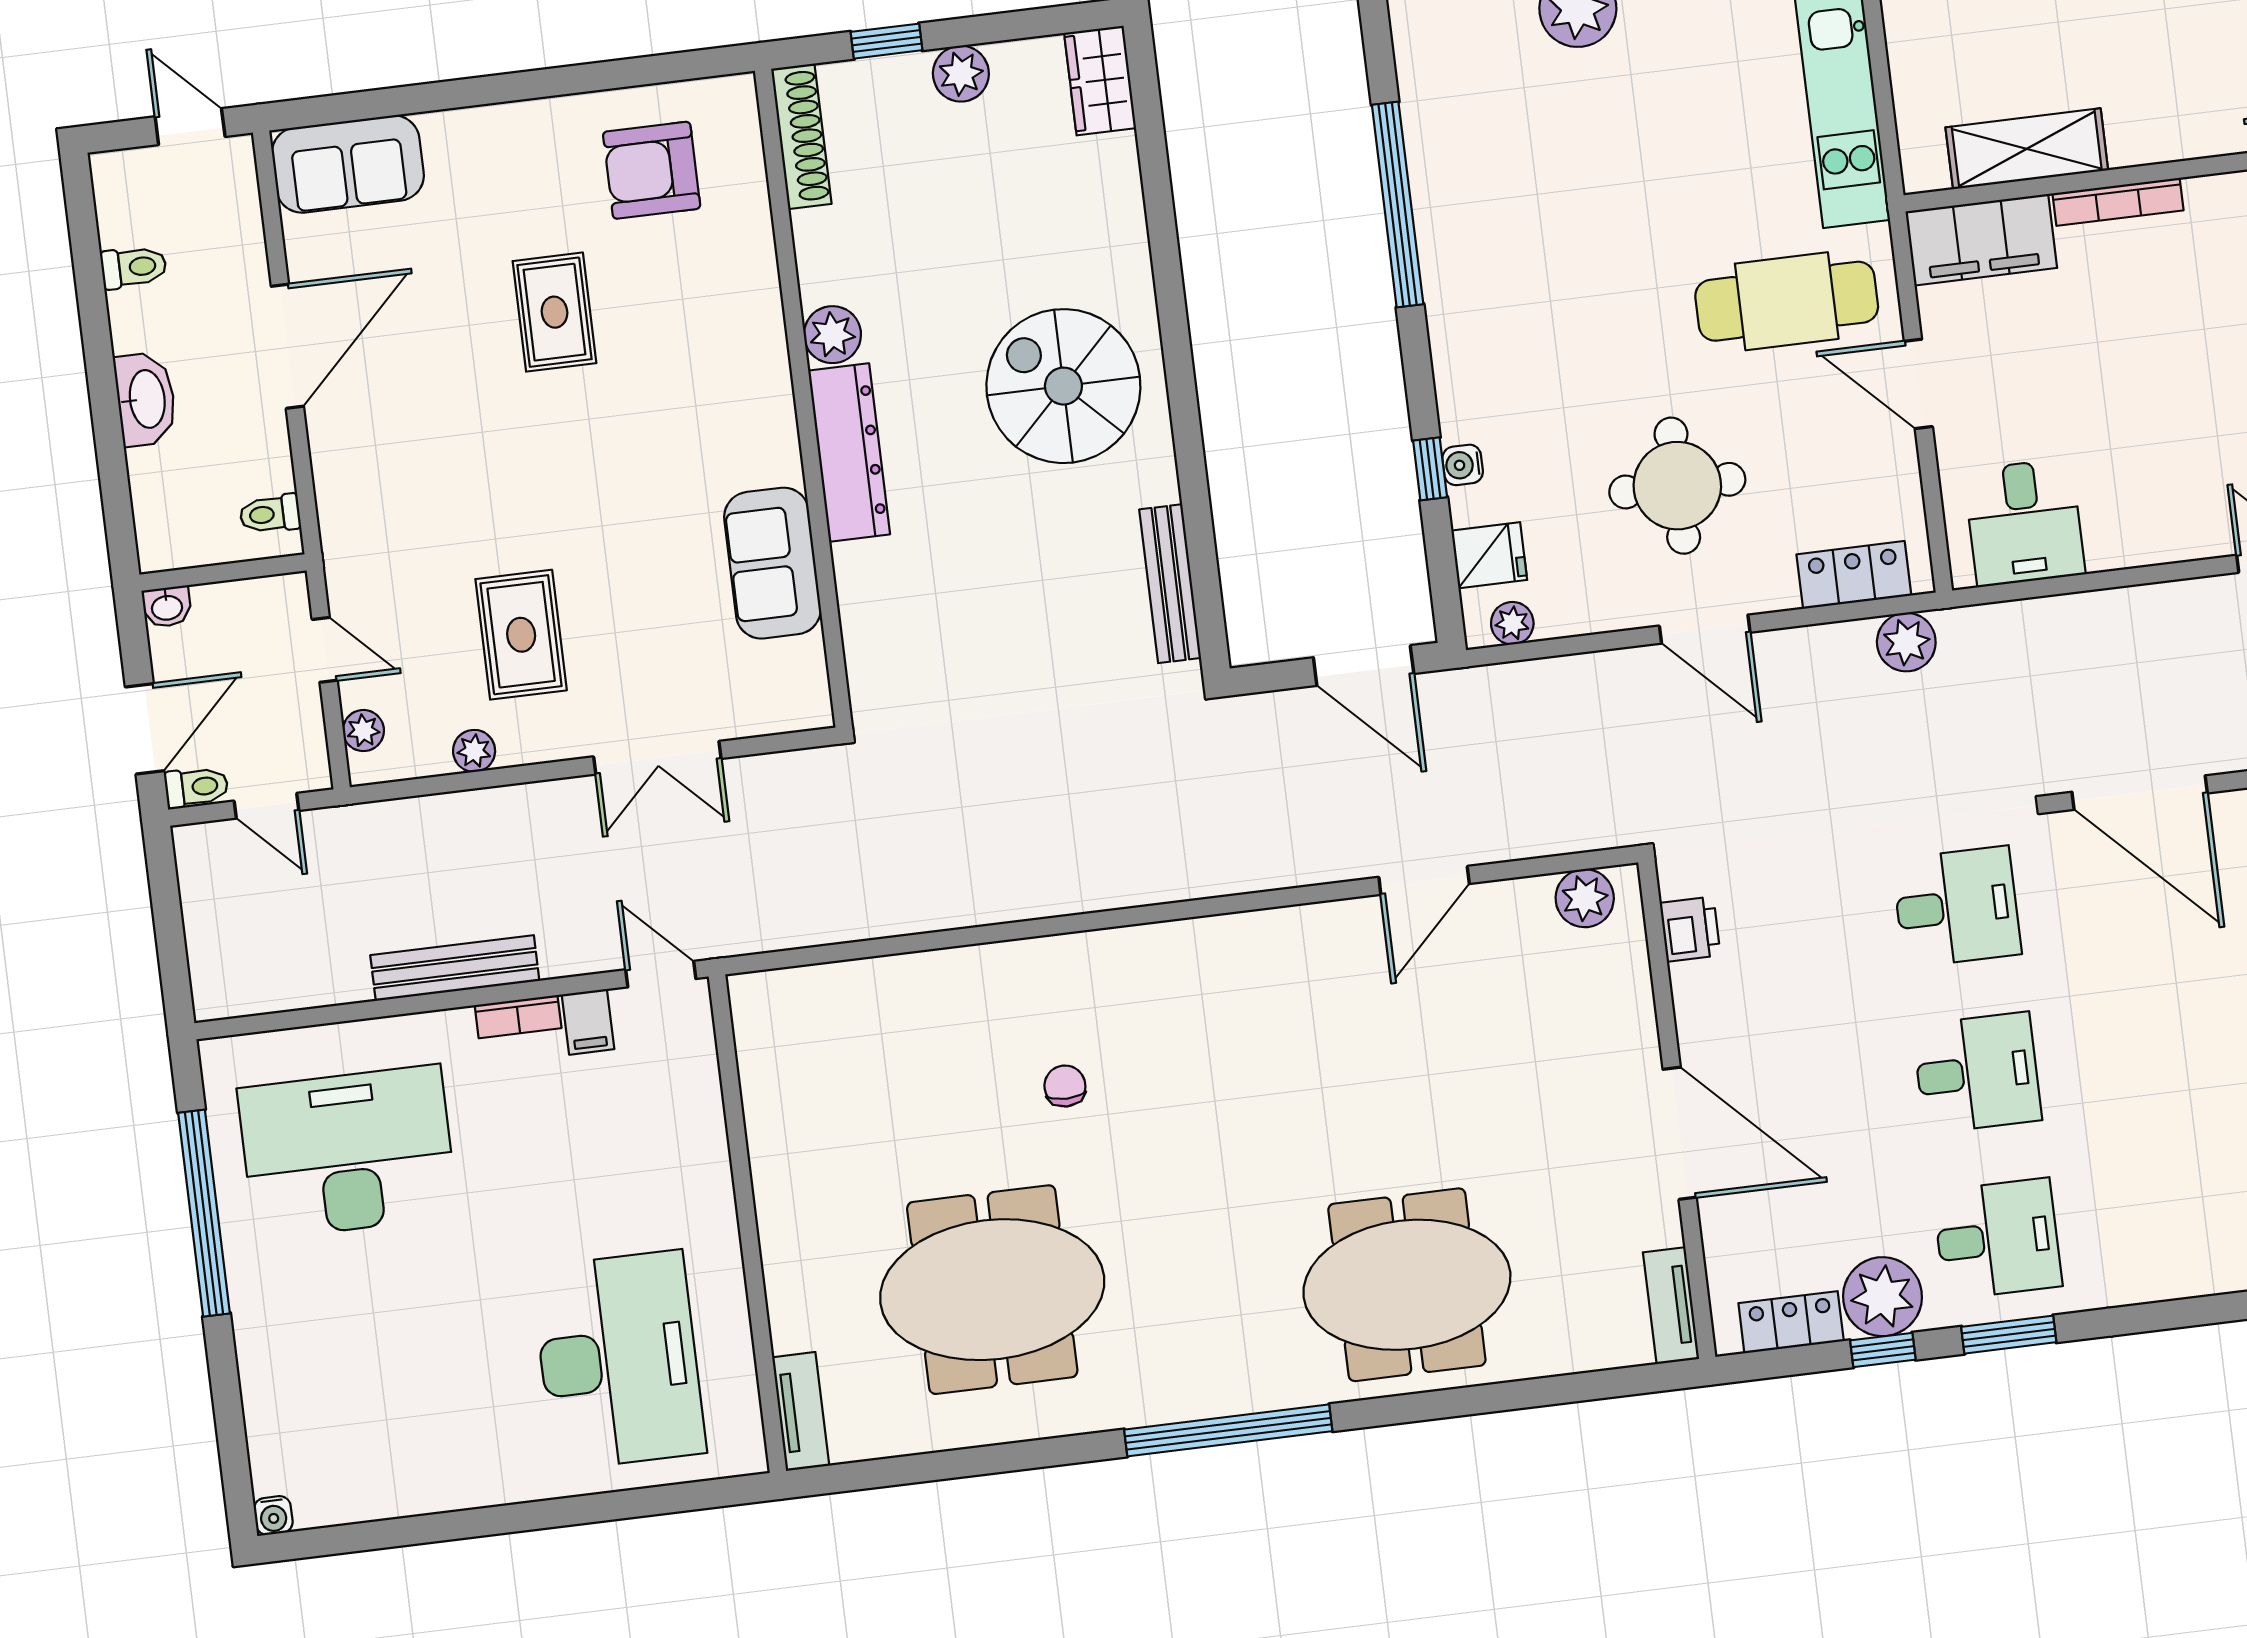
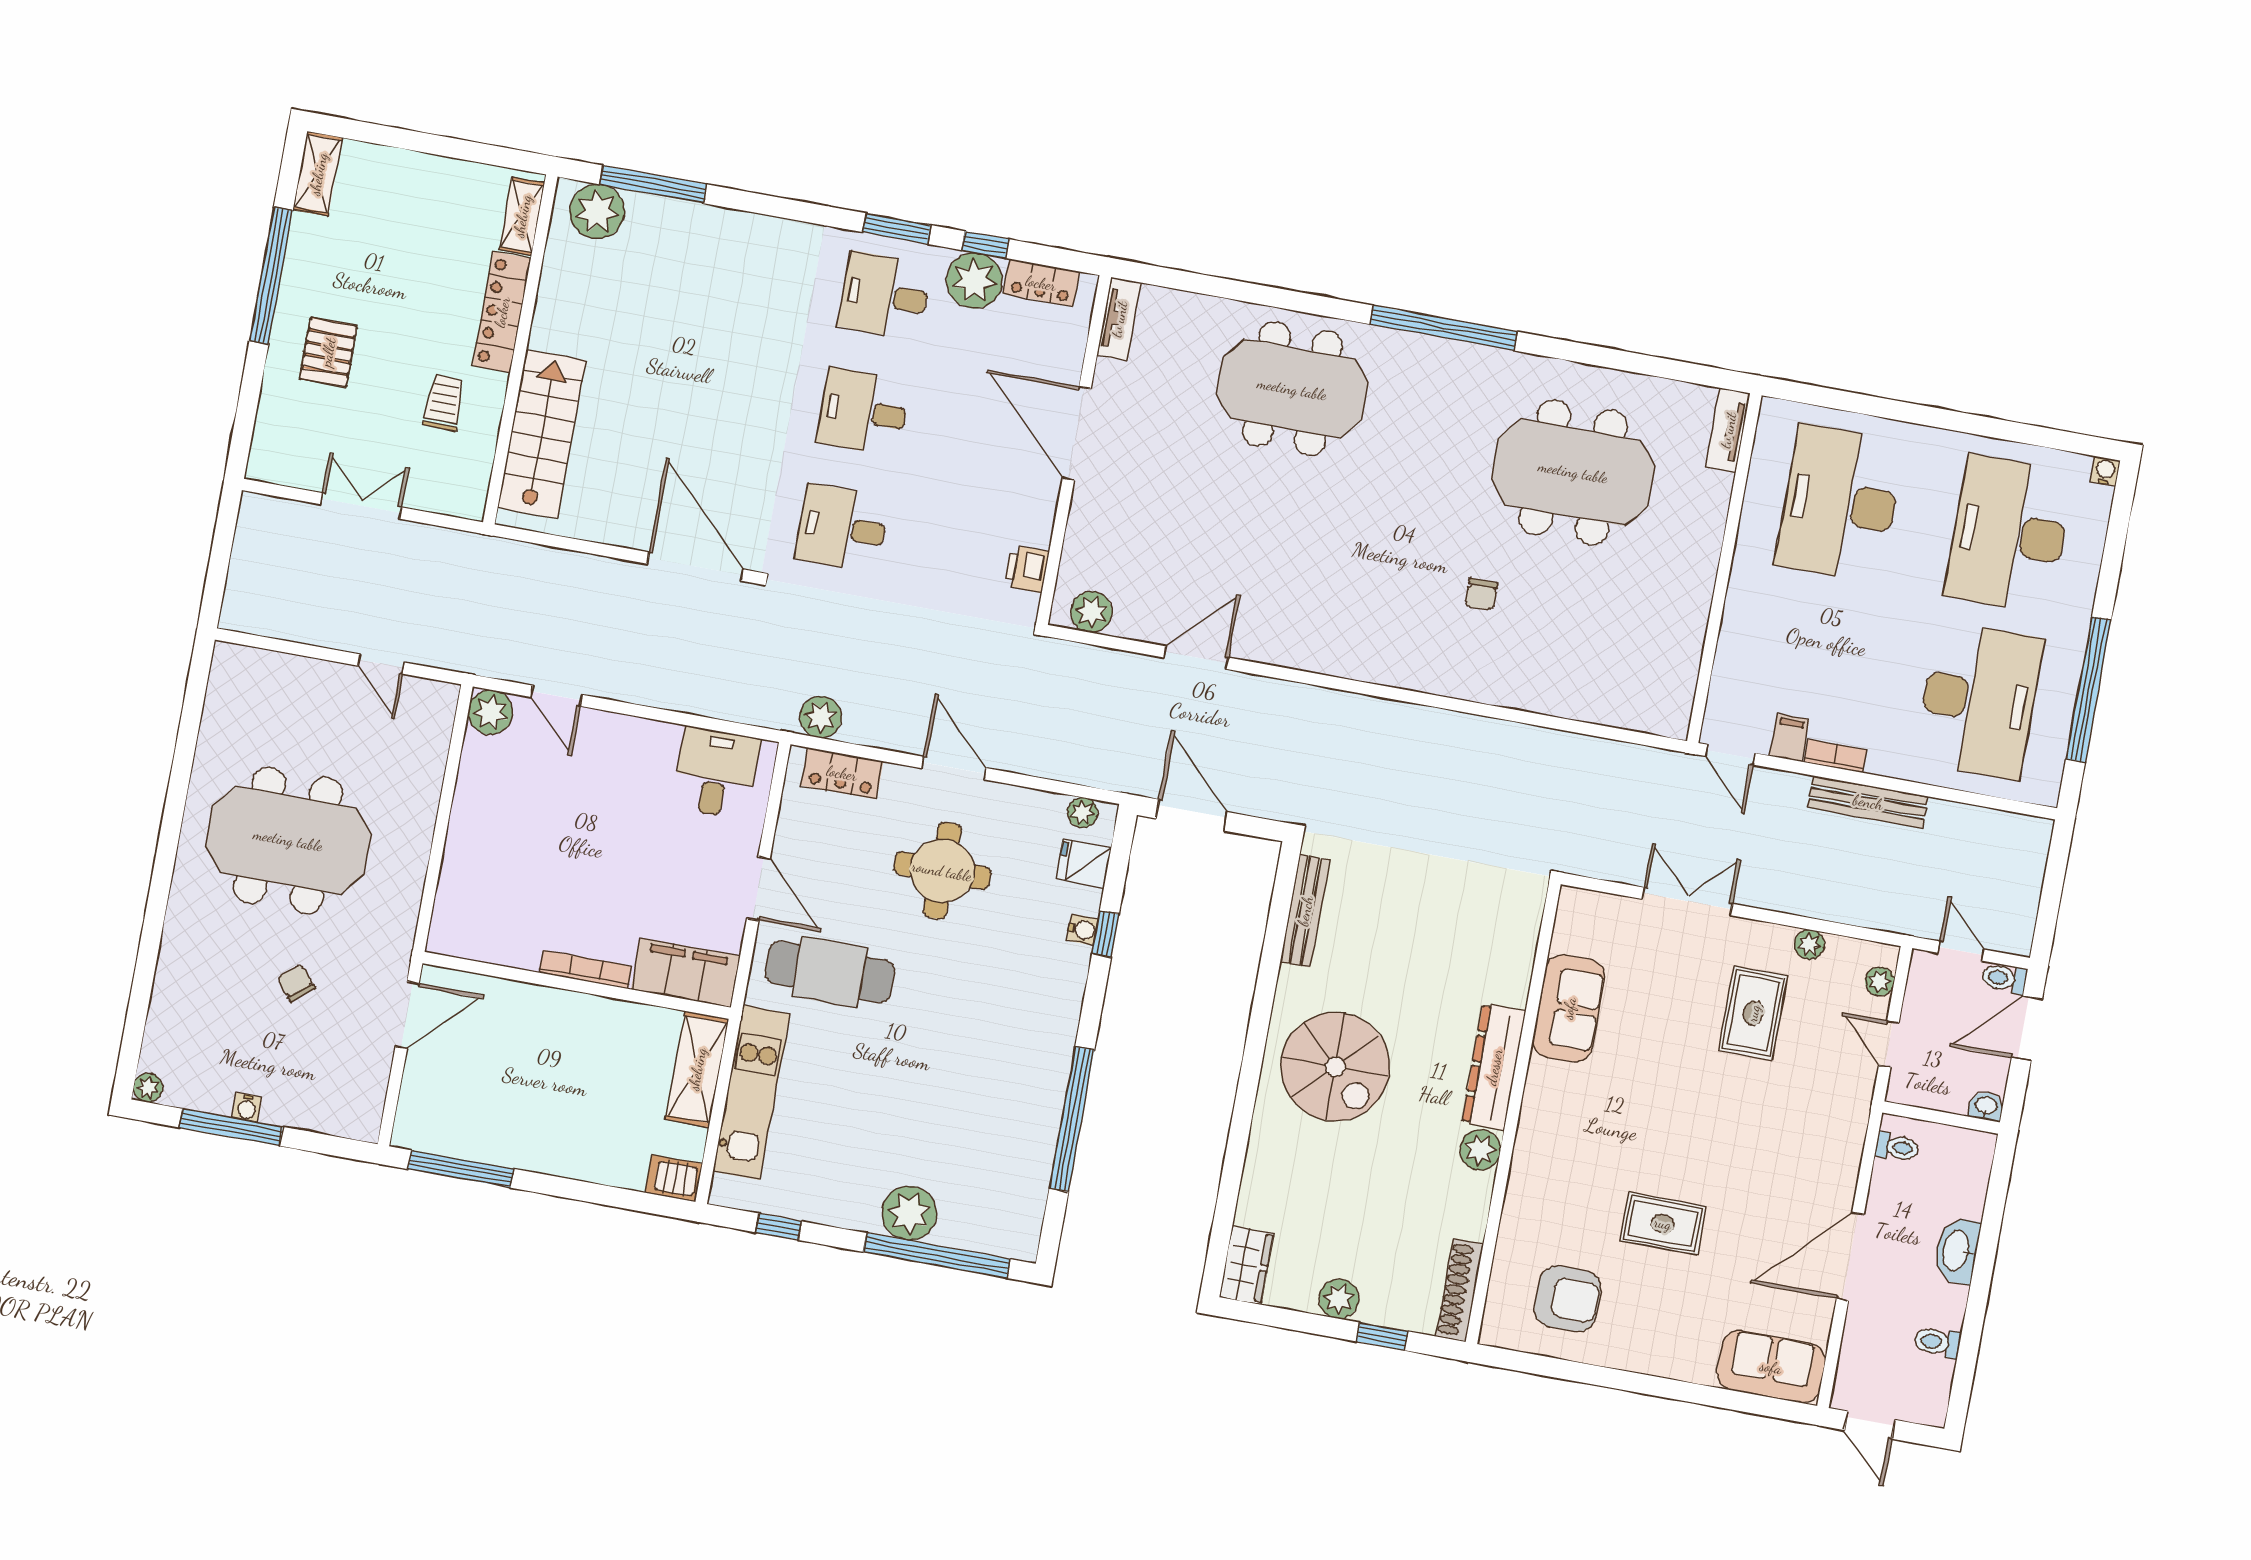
shelving: (2027, 149) -> (697, 1069), moved, turned 90
rug: (554, 312) -> (1663, 1223), turned 90
desk: (348, 1152) -> (1979, 700), turned -90
desk: (377, 1390) -> (2009, 534), added

